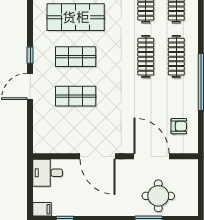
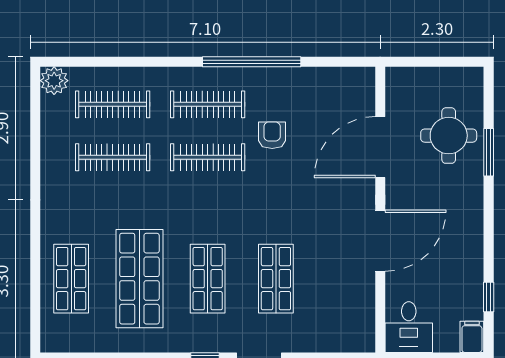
armchair: (179, 126) -> (272, 135), moved

